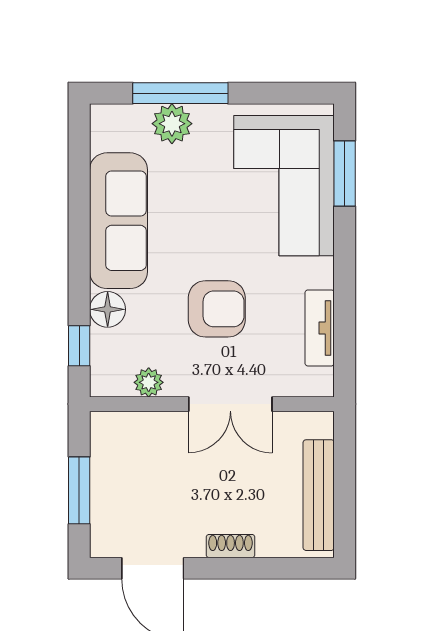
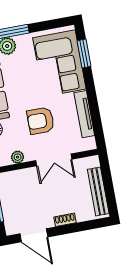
armchair: (217, 309) -> (41, 121), turned 180
tv unit: (320, 328) -> (84, 114), width x1.41

